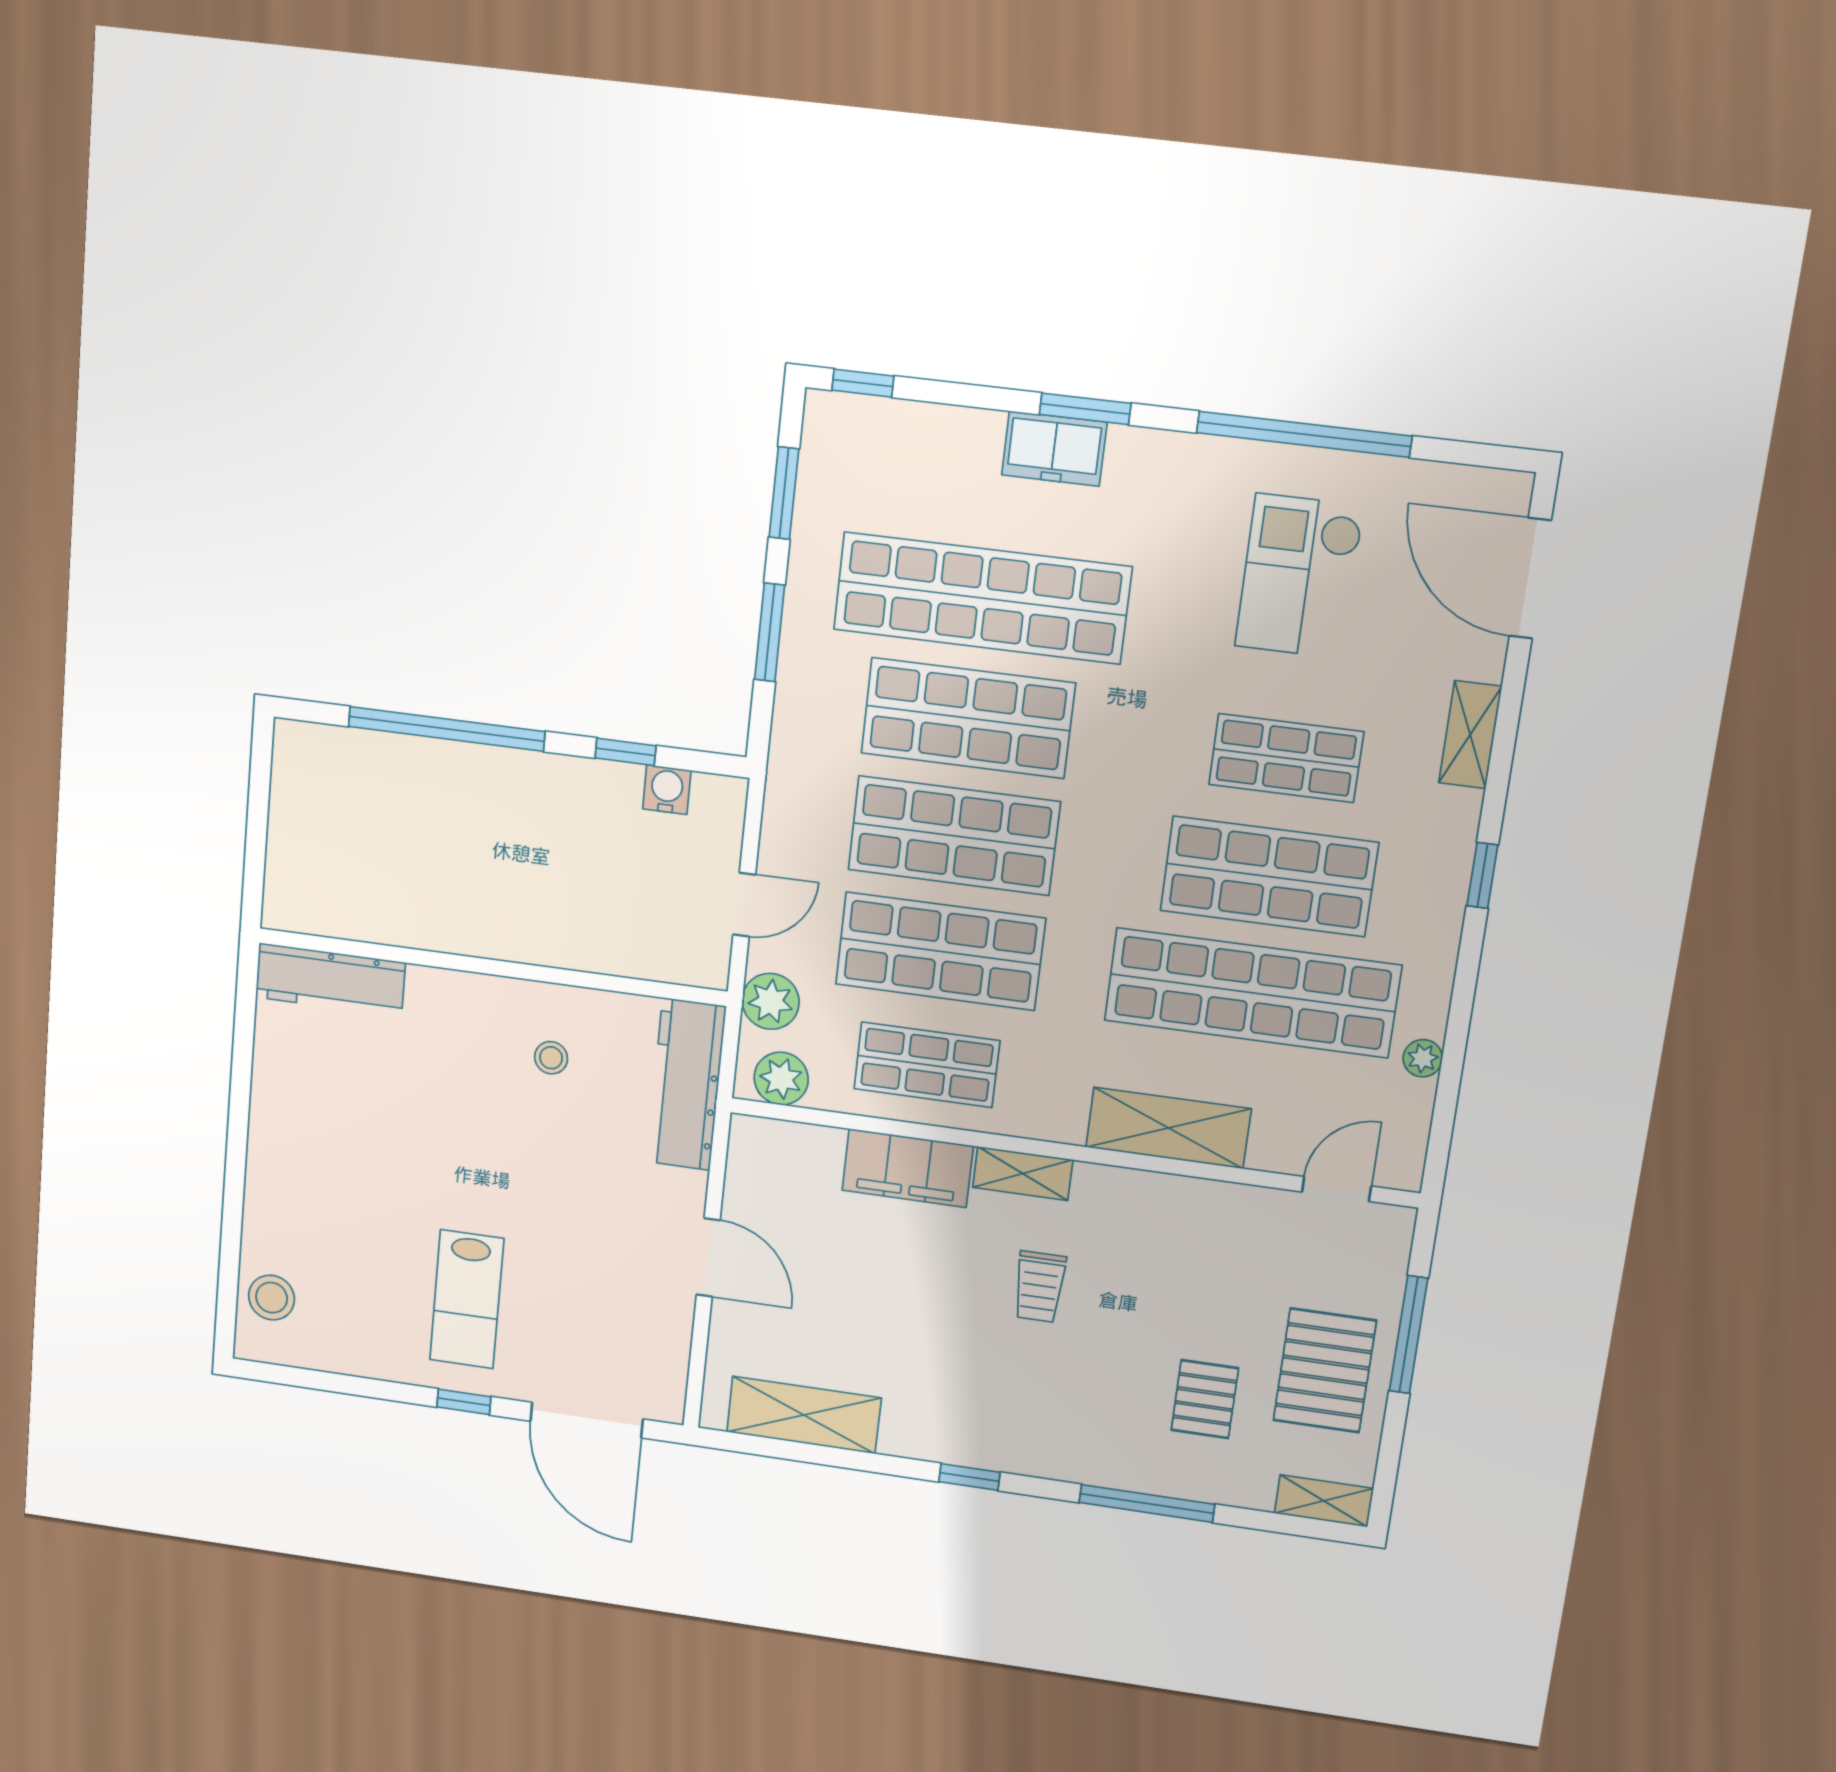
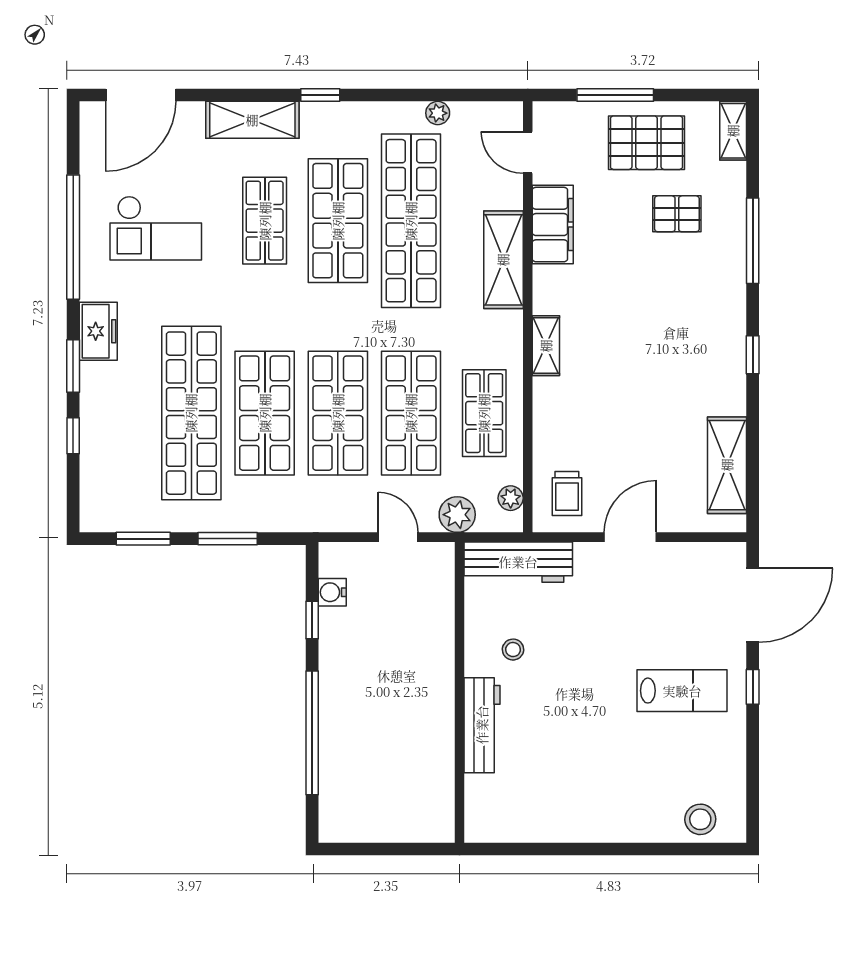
window: (863, 383) -> (73, 436), moved
freezer: (1054, 449) -> (98, 331), moved
shelving: (1470, 735) -> (252, 120), width x1.50, depth x1.33
workbench: (330, 980) -> (482, 725), moved
plant: (781, 1079) -> (511, 498), width x0.73, depth x0.73
filing cabinet: (908, 1168) -> (553, 225), moved
trolley: (1039, 1287) -> (567, 494), moved, turned 90

